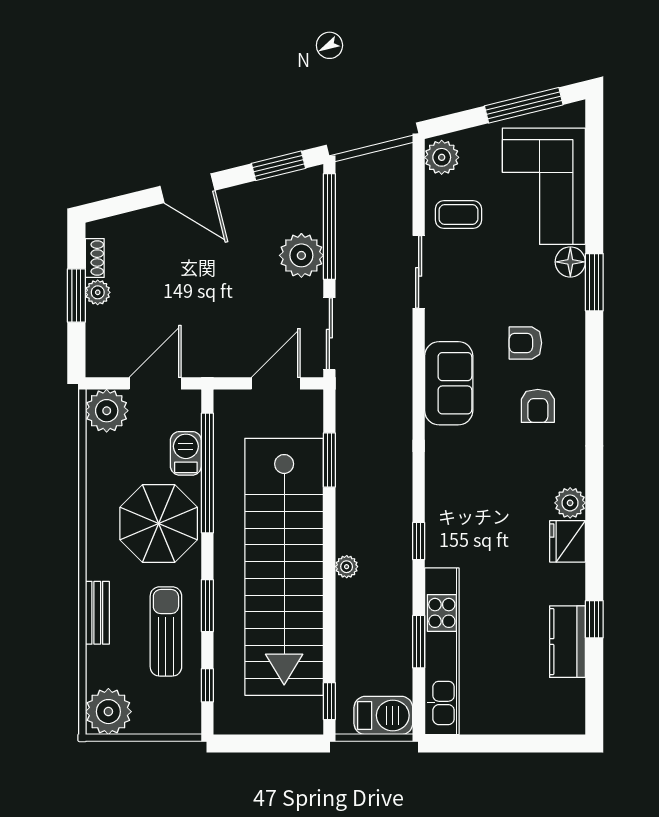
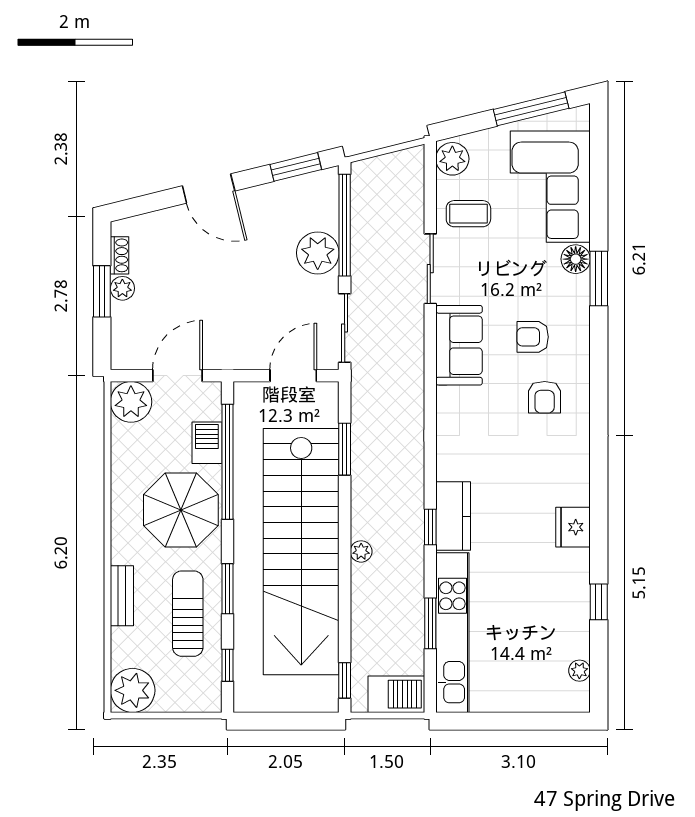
sofa: (449, 383) -> (459, 345), moved
plant: (570, 503) -> (579, 671), moved, width x0.73, depth x0.73
kitchen counter: (567, 642) -> (453, 516), moved, turned 180

